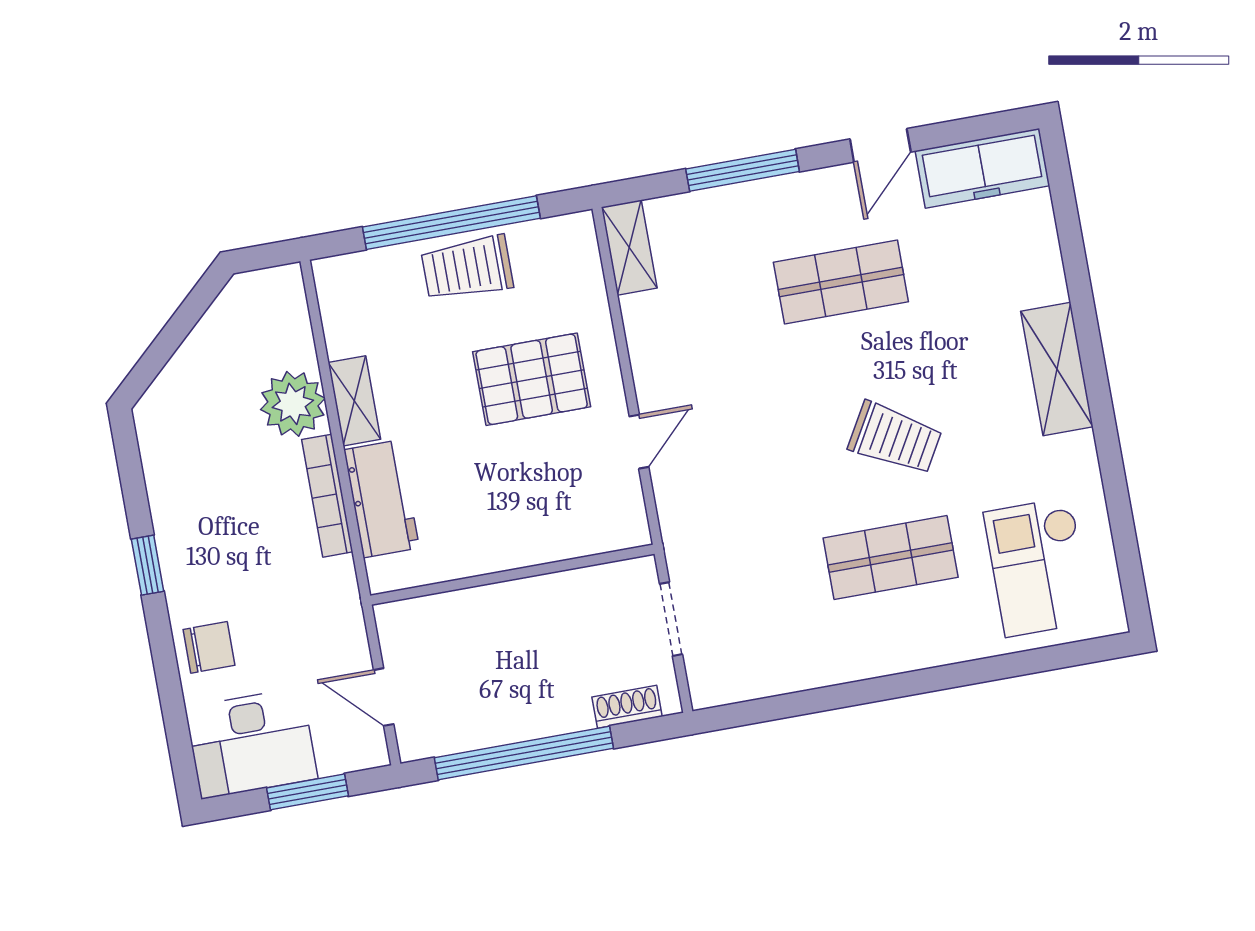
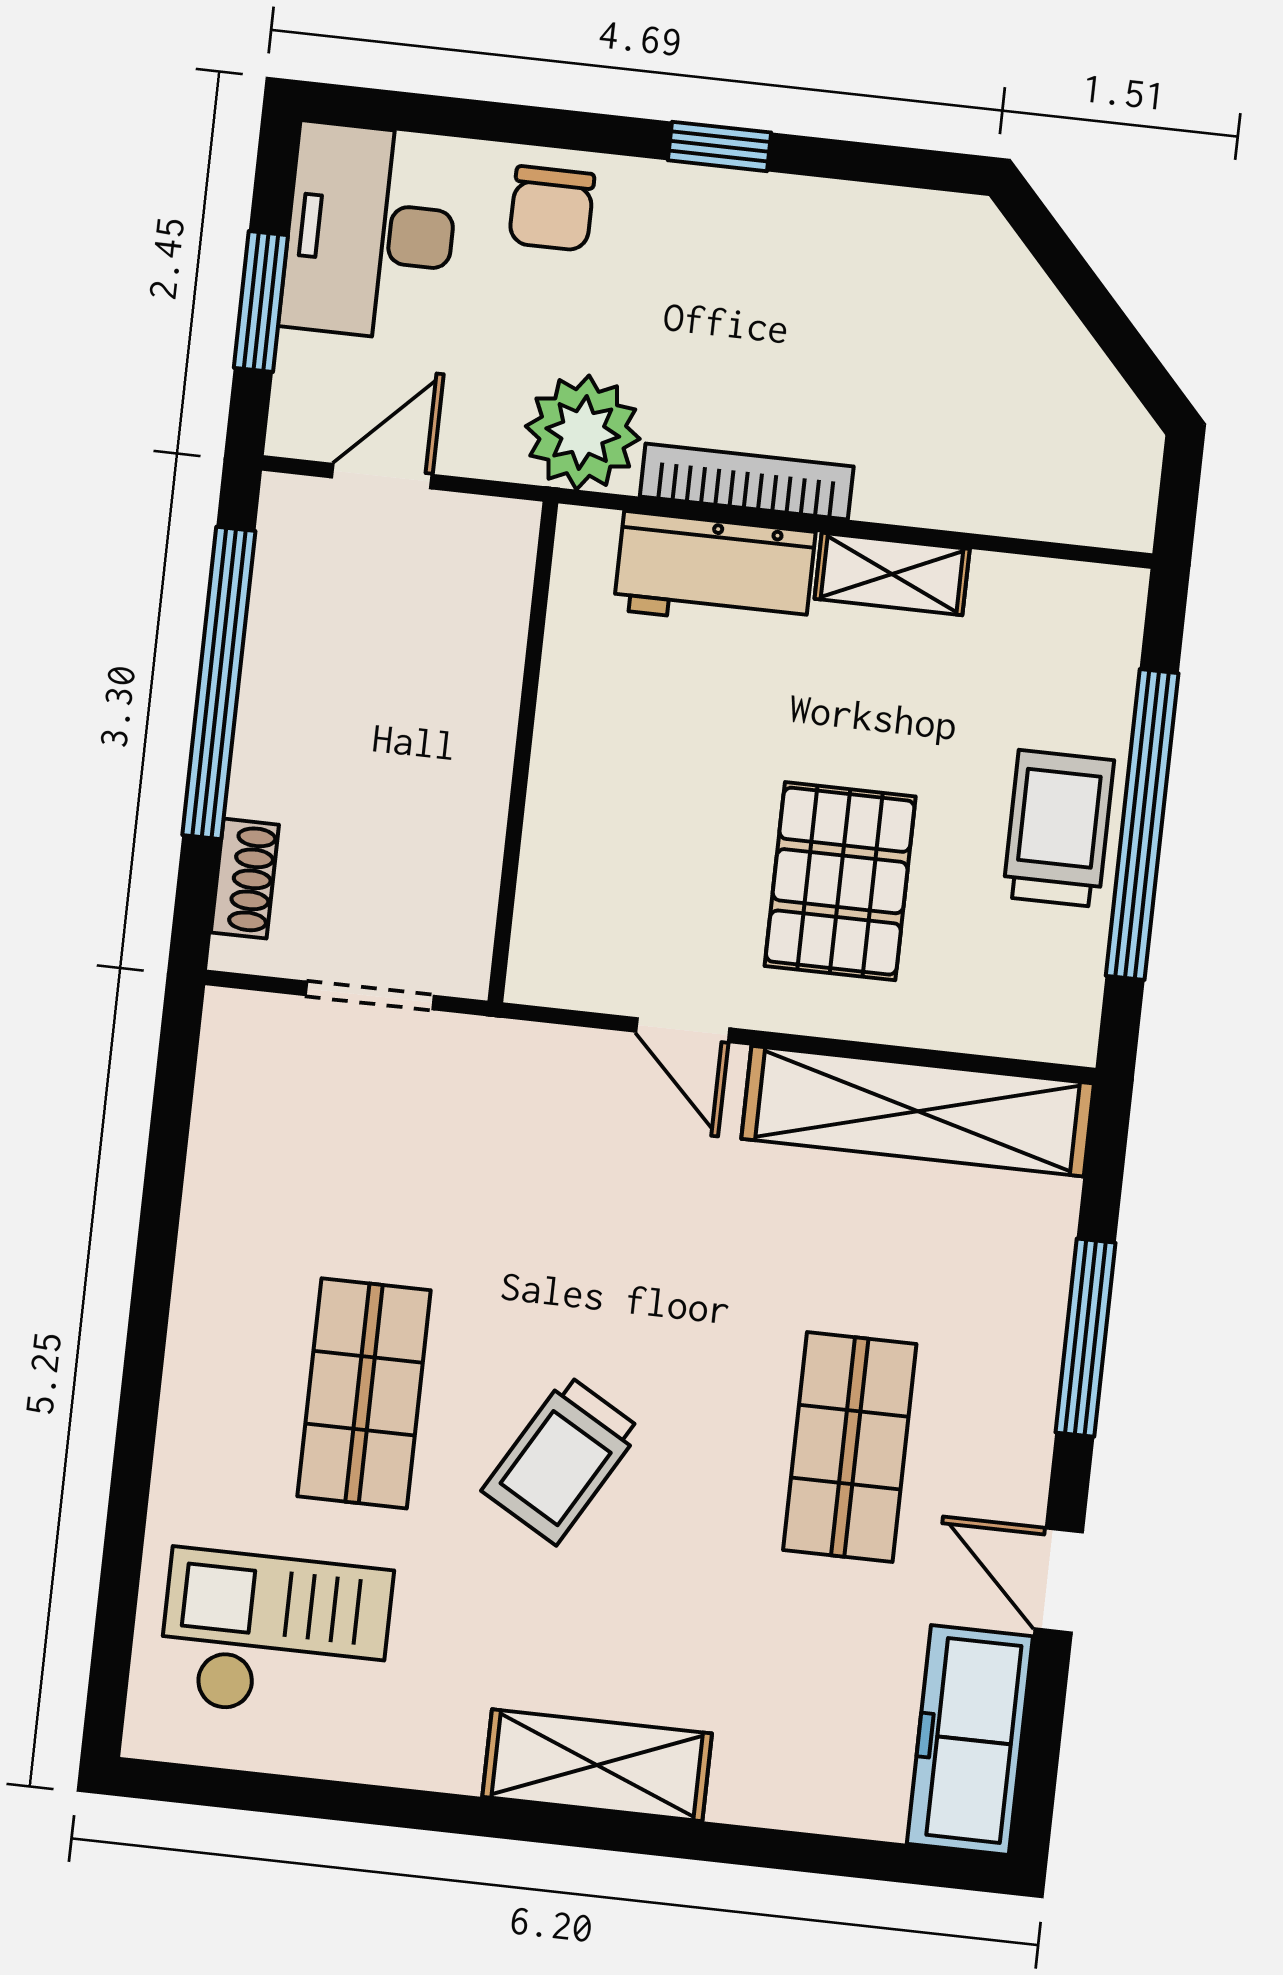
shelving: (629, 248) -> (918, 1111), width x2.20, depth x1.33
plant: (293, 404) -> (583, 433), moved

